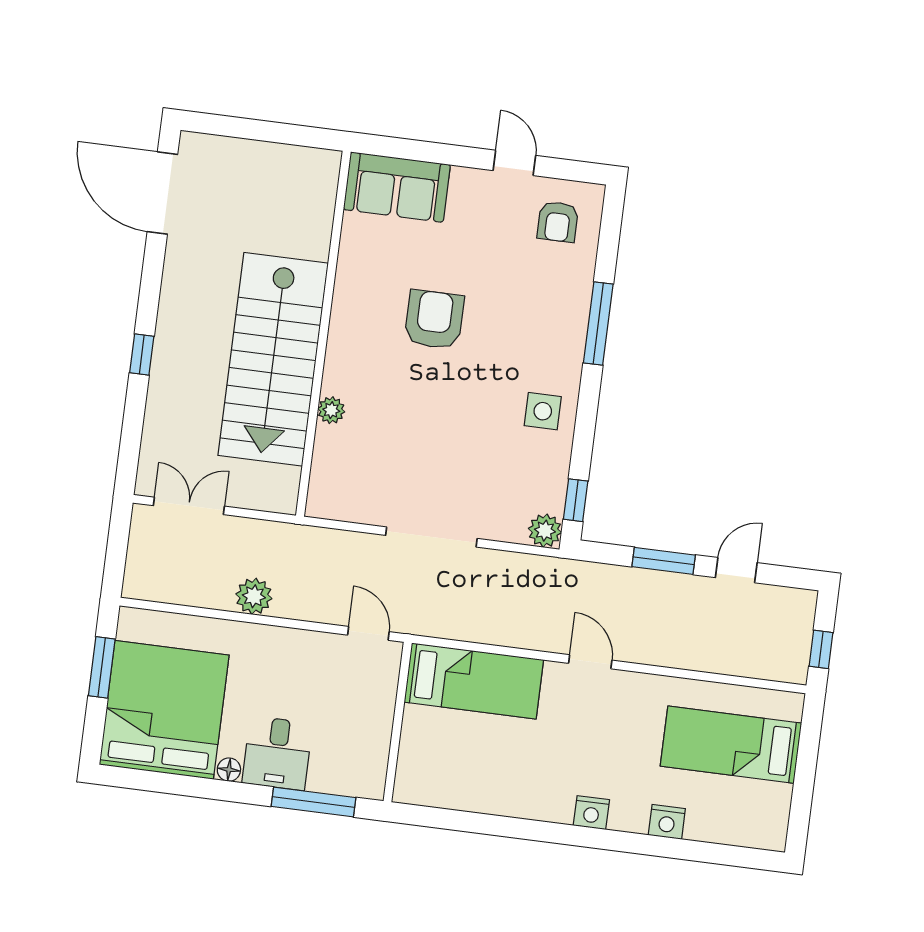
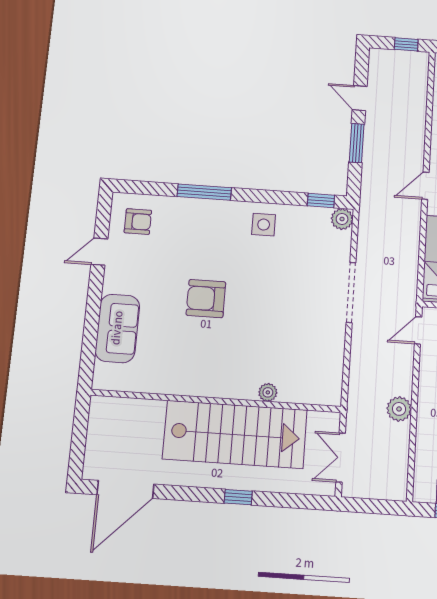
wall: (323, 334) -> (216, 401), moved
stairs: (273, 359) -> (235, 434), moved
plant: (331, 410) -> (268, 392), moved

